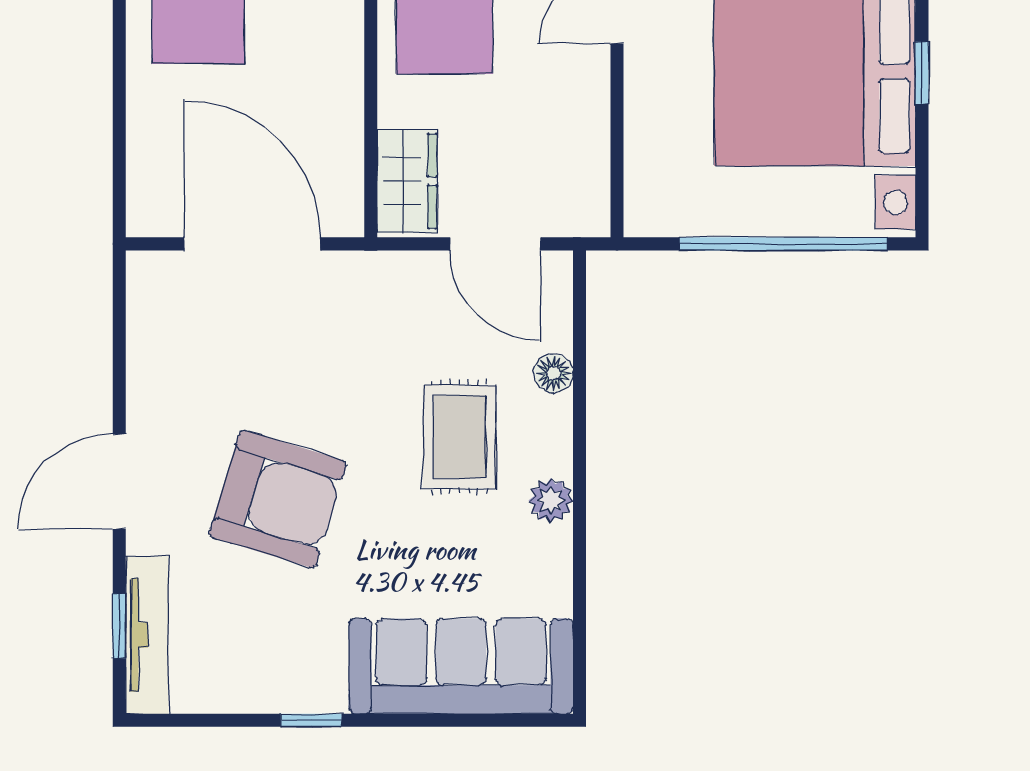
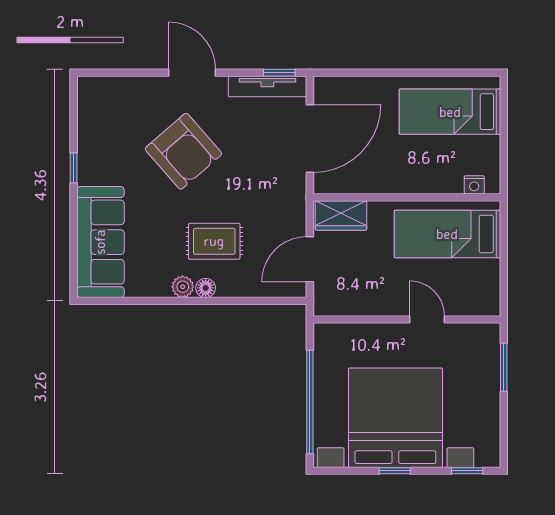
floor lamp: (553, 373) -> (206, 288), moved
armchair: (278, 499) -> (183, 151), turned -58
window: (119, 626) -> (279, 73), moved
tv unit: (147, 635) -> (267, 86), moved

